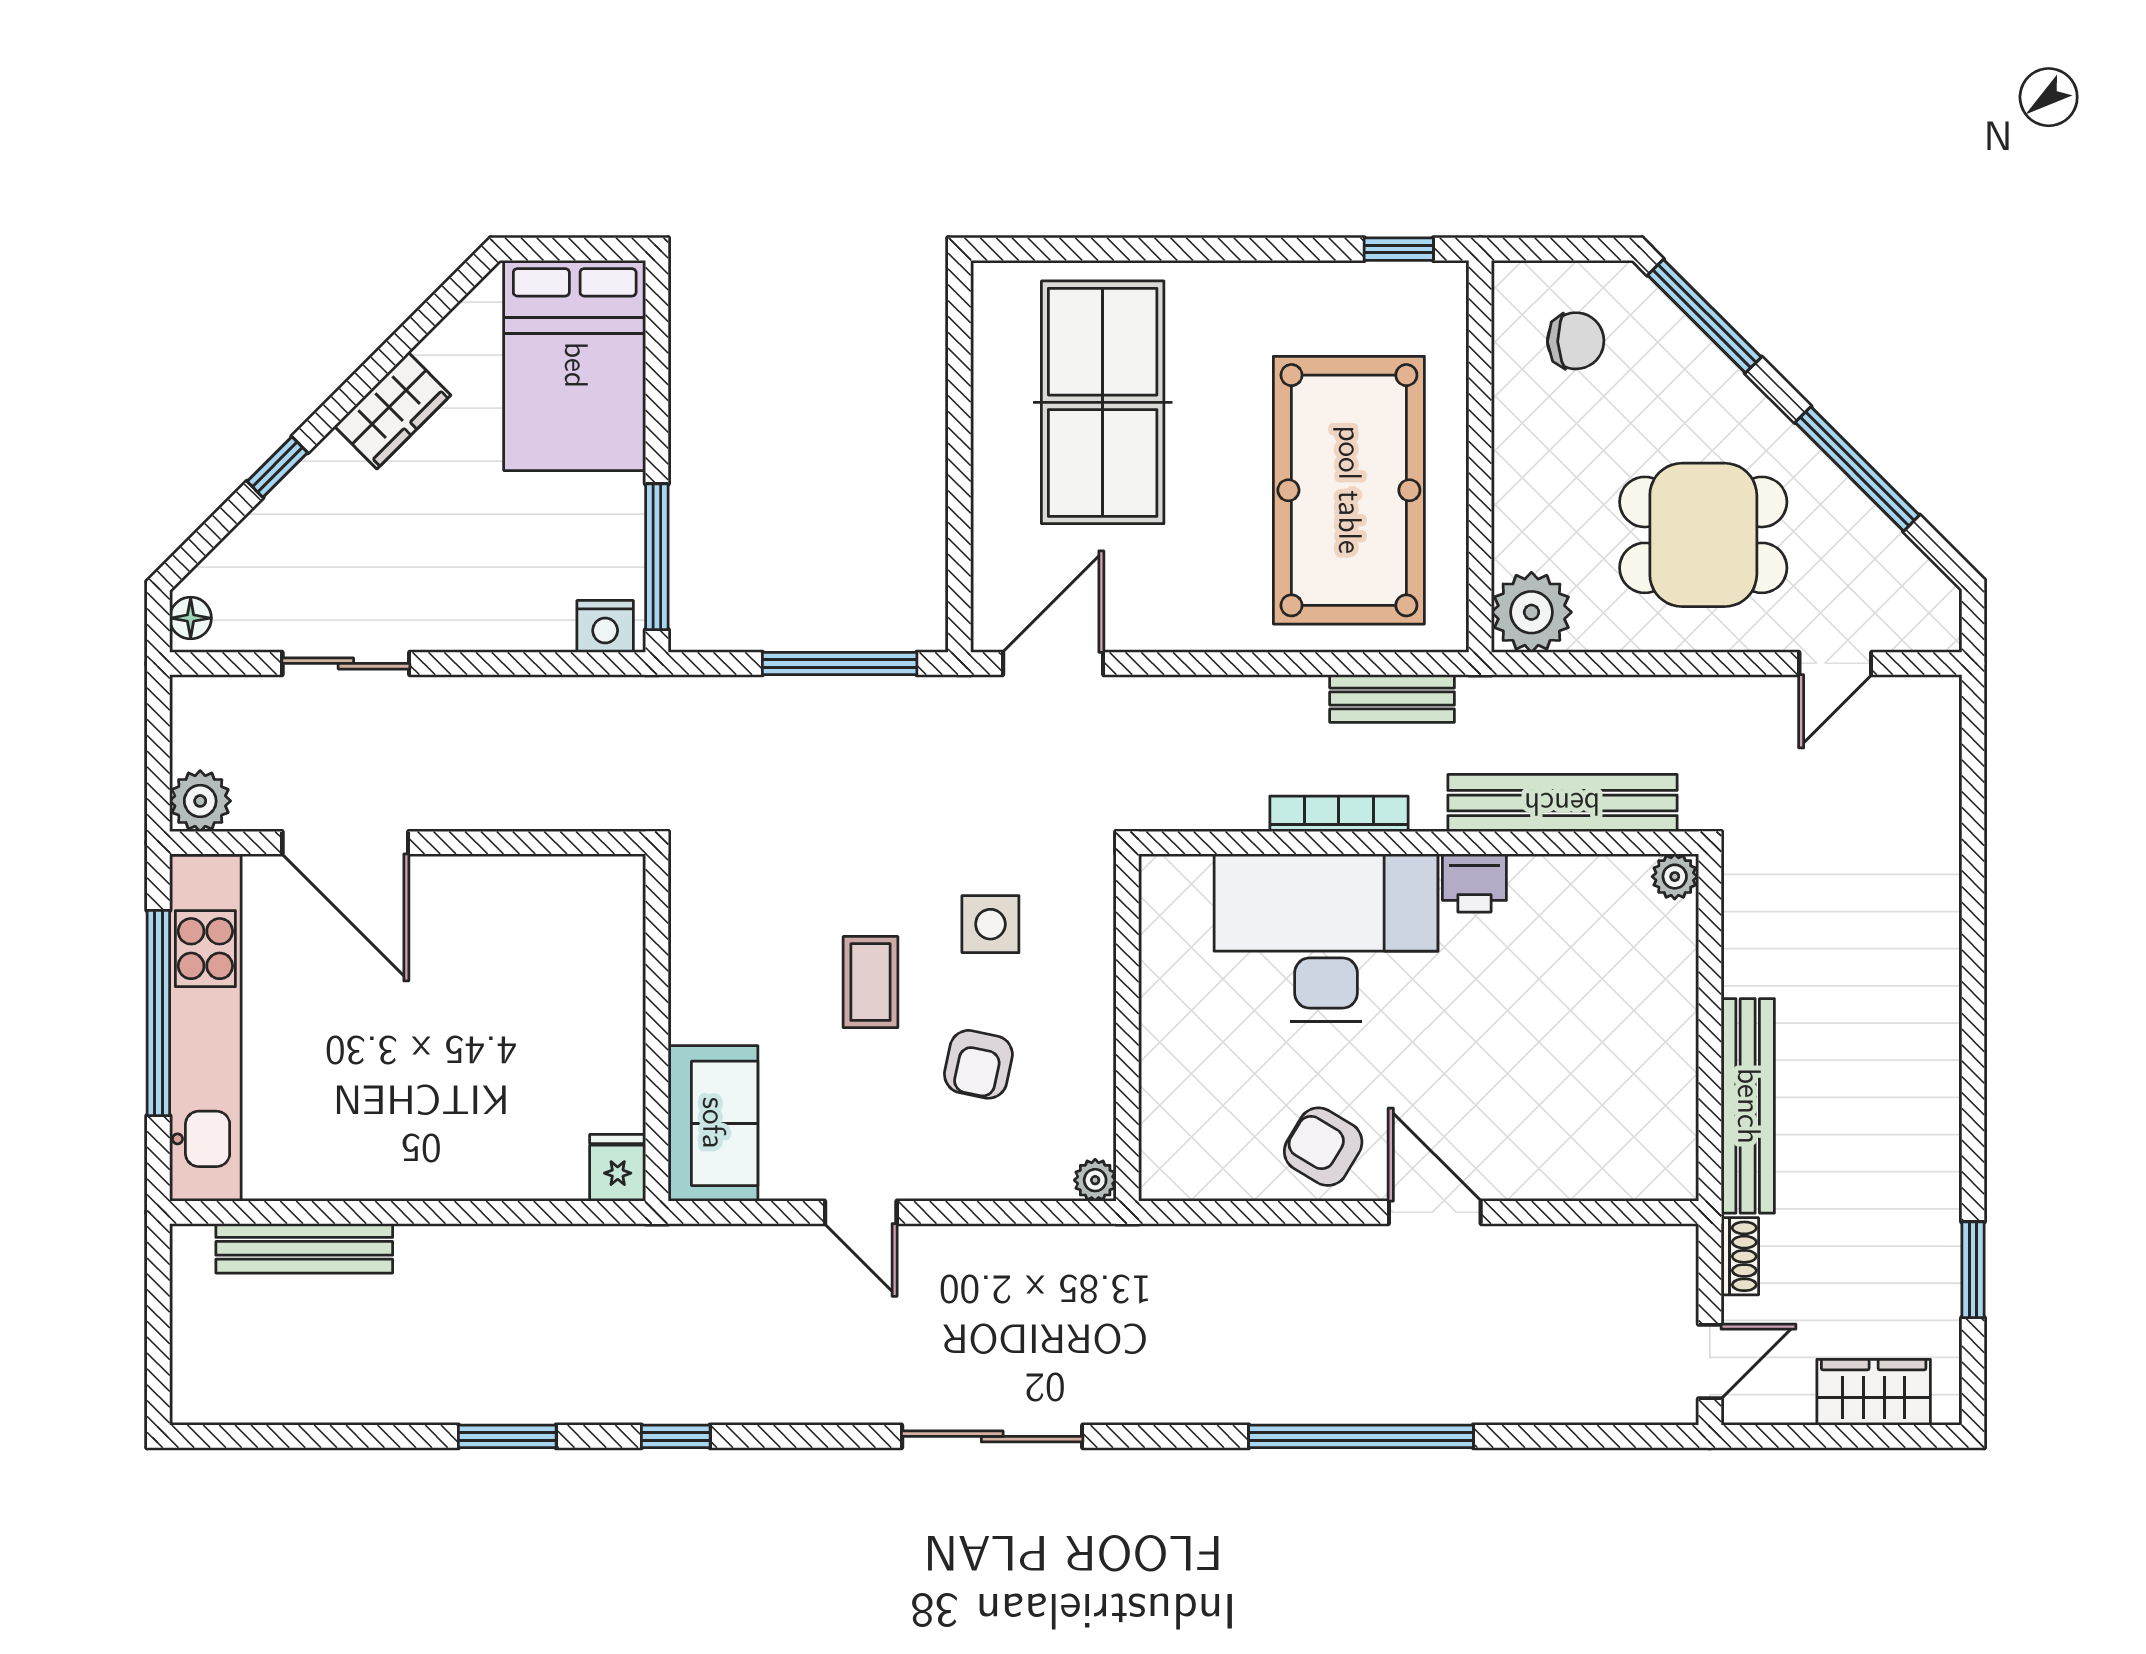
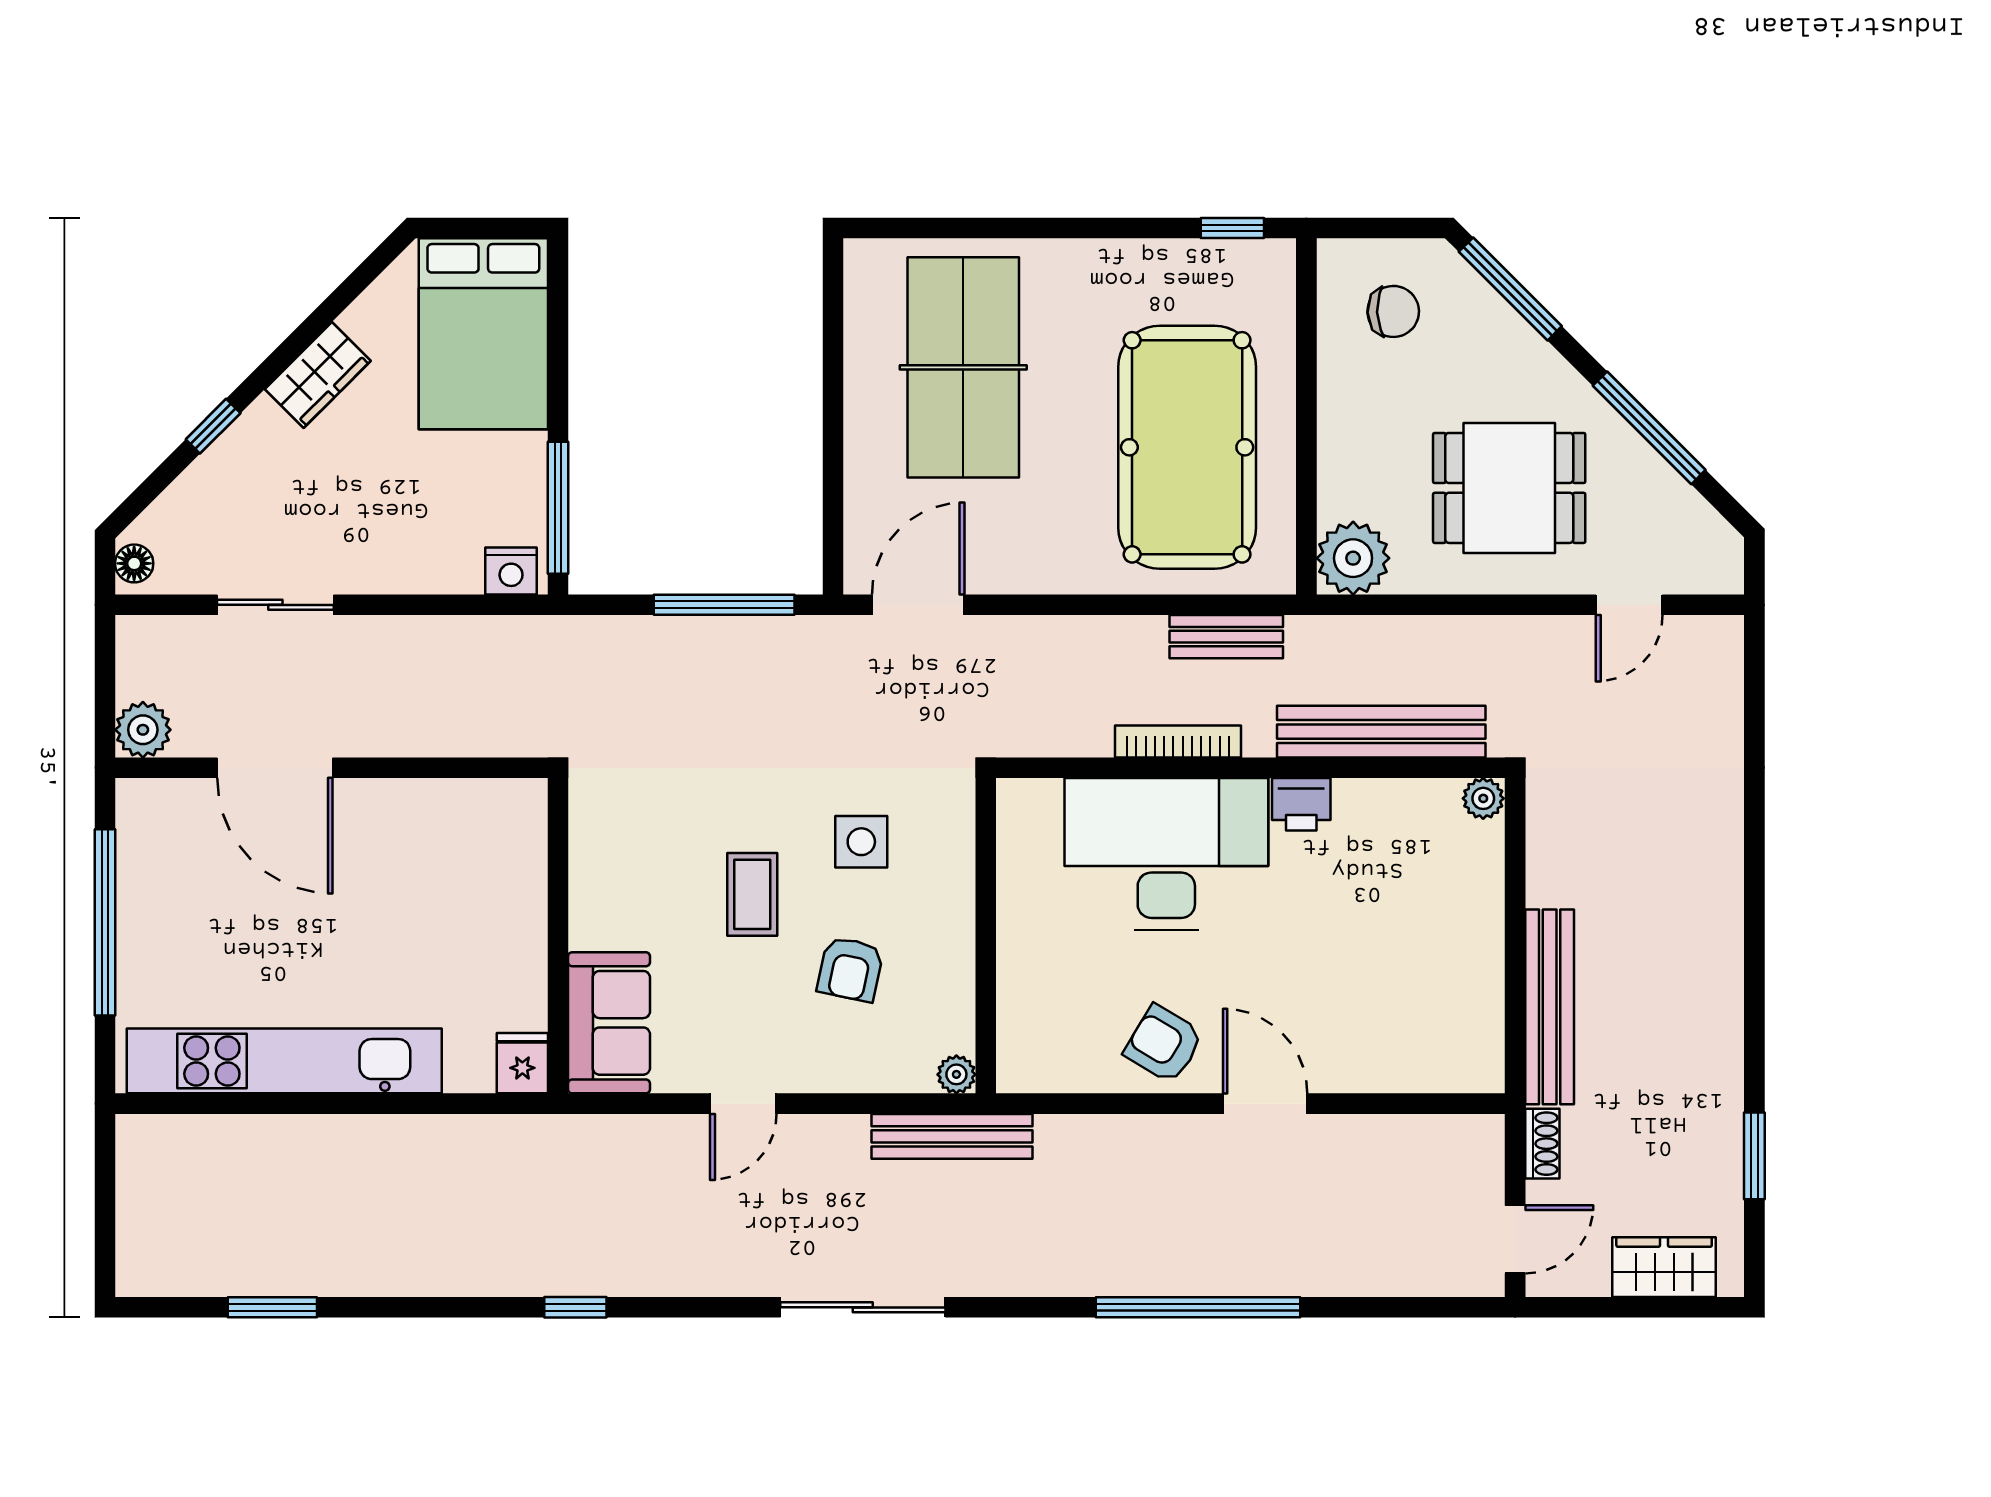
kitchen unit: (205, 1028) -> (284, 1061), moved, turned -90
door: (861, 1212) -> (743, 1104), hinge flipped
bench: (304, 1248) -> (952, 1136), moved
window: (507, 1436) -> (272, 1307), moved

